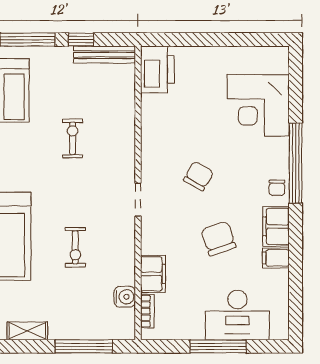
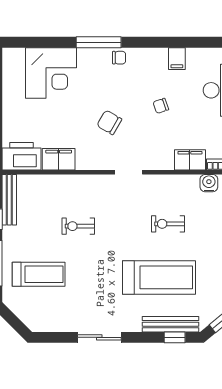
window: (296, 163) -> (99, 42), width x0.68
filing cabinet: (276, 226) -> (59, 159), moved, turned 180
chair: (218, 238) -> (161, 106), width x0.54, depth x0.54
exercise bike: (75, 247) -> (168, 224), turned 180

